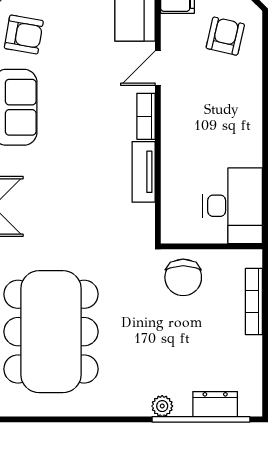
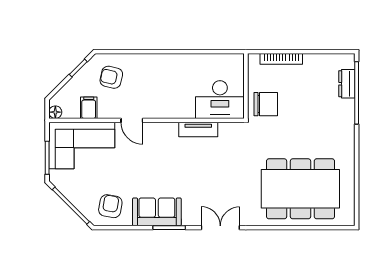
bookcase: (146, 116) -> (163, 128), removed
desk: (233, 206) -> (220, 100), moved, turned 180
plant: (162, 406) -> (348, 118), removed

